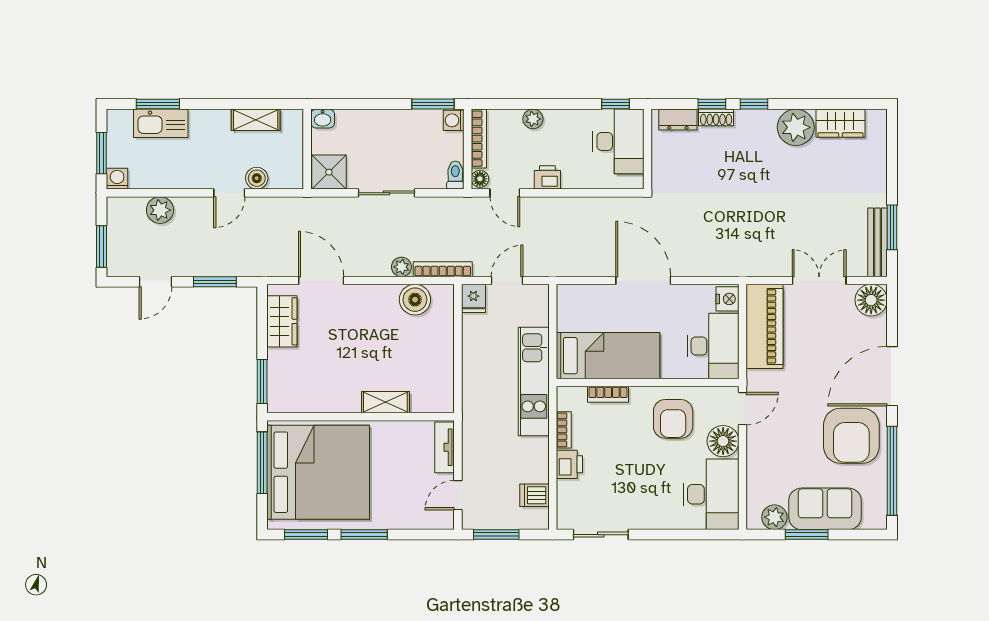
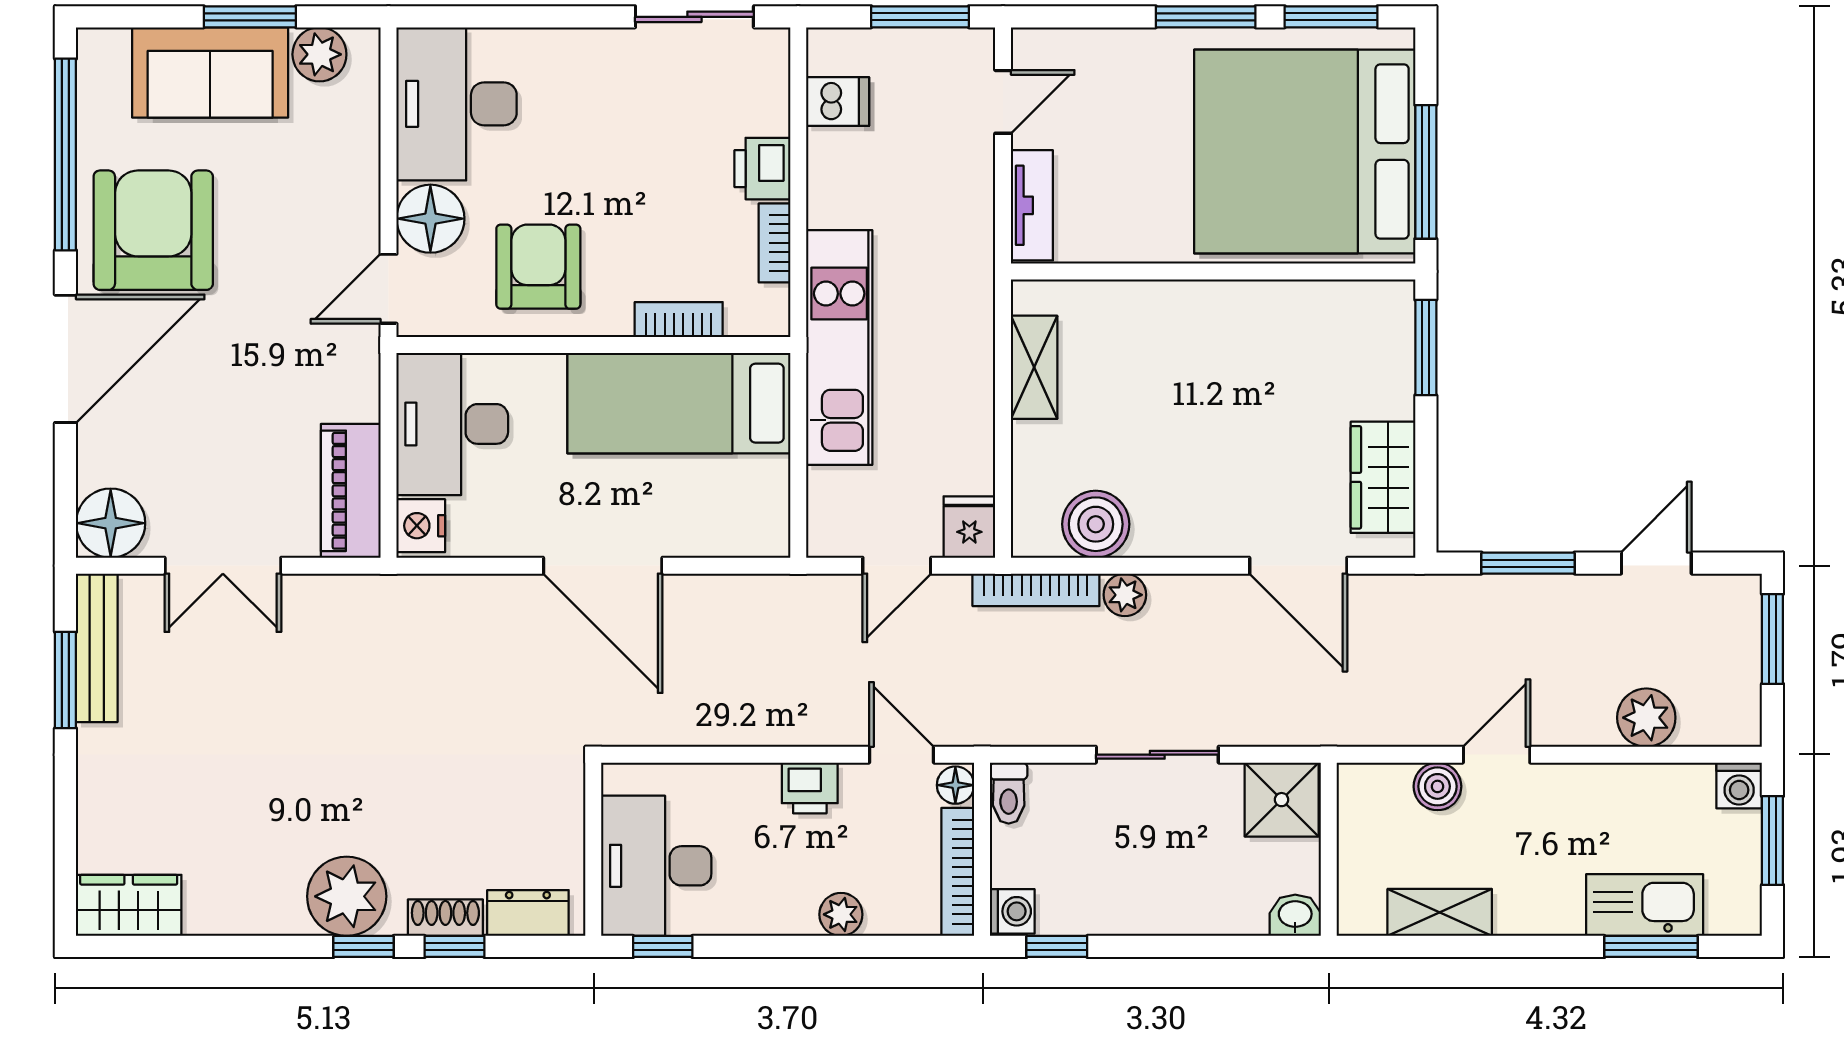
window: (433, 104) -> (1057, 946), width x0.67
wardrobe: (840, 123) -> (129, 905), moved
plant: (796, 127) -> (347, 896), moved
piano: (764, 326) -> (351, 491), width x0.73, depth x0.75
shelving: (385, 402) -> (1034, 367), moved, turned 90

